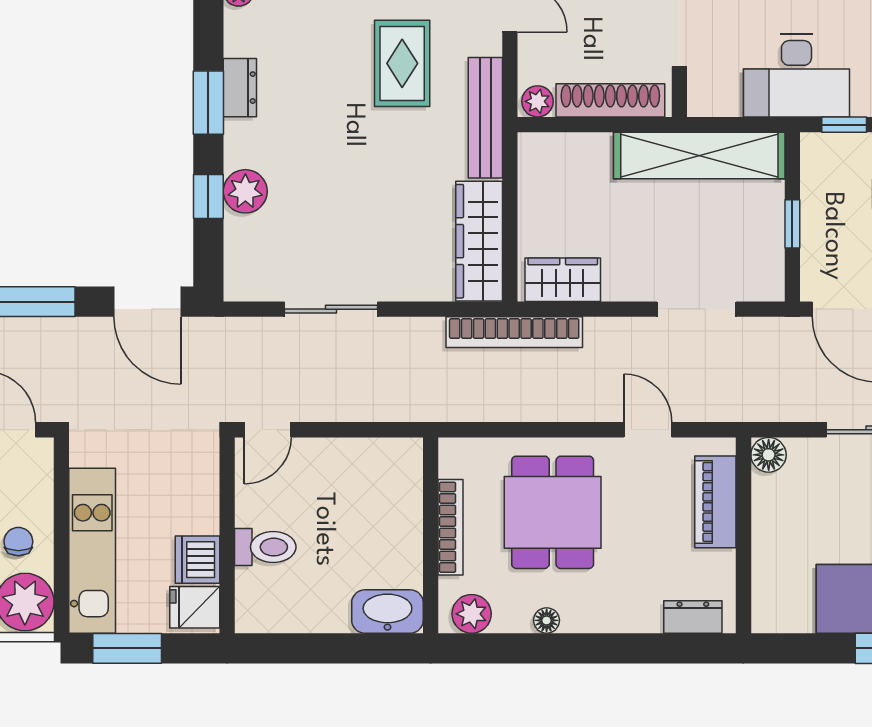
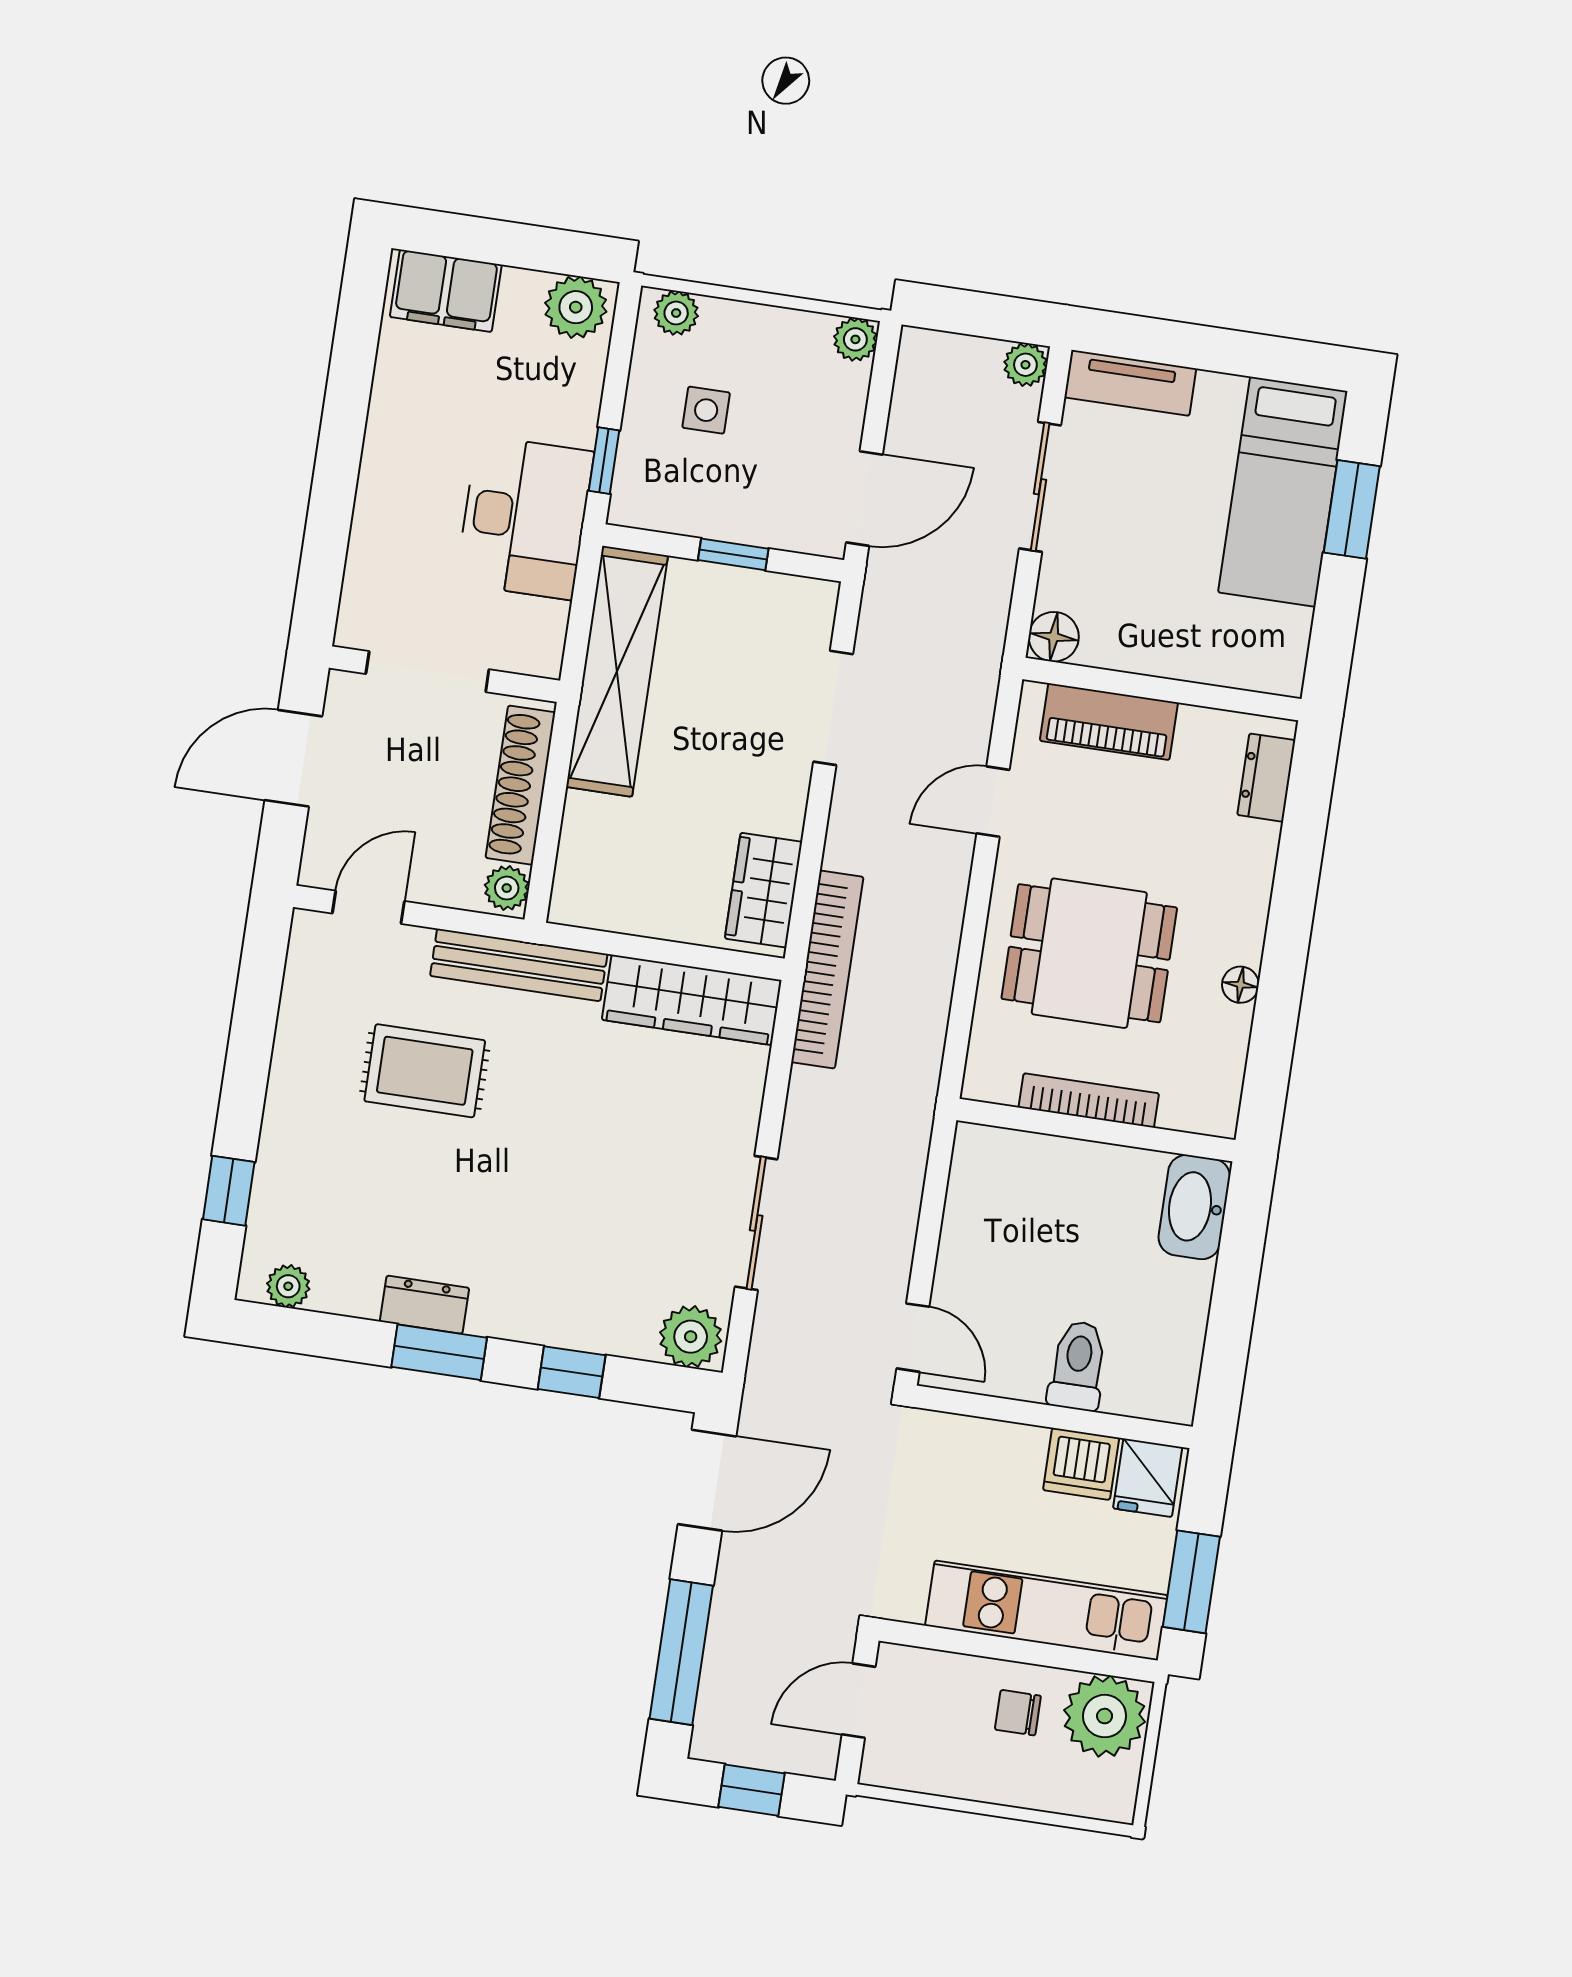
plant: (245, 191) -> (691, 1337), moved
plant: (472, 614) -> (1215, 1089), removed

